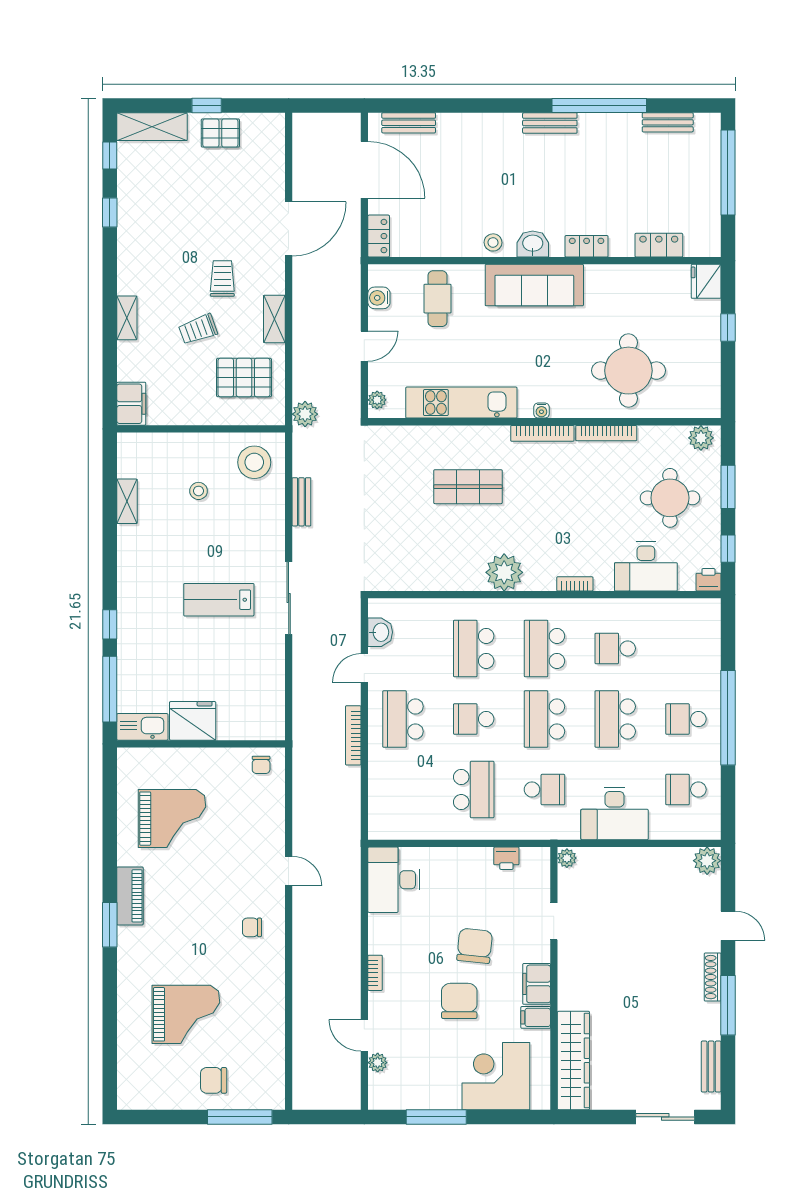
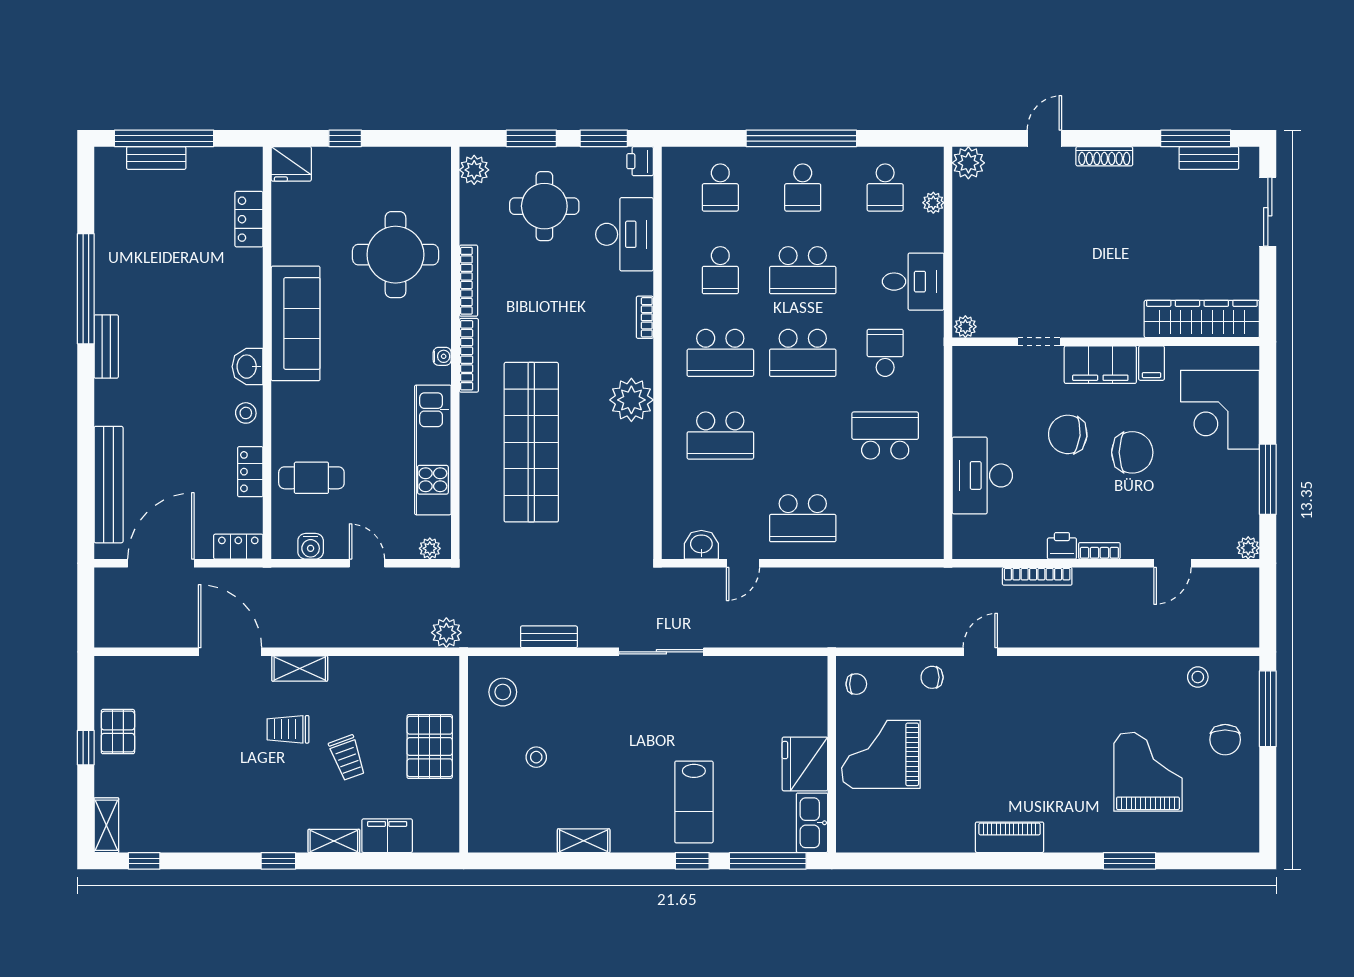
bench: (668, 122) -> (156, 158), moved, turned 90
bench: (409, 123) -> (109, 485), width x1.86, depth x1.21
shelving: (152, 127) -> (106, 825), width x0.67, depth x0.75
window: (110, 213) -> (278, 861), moved
locker: (587, 246) -> (250, 472), moved
sofa: (534, 285) -> (296, 323), moved
shelving: (274, 319) -> (300, 669), moved
pallet: (244, 378) -> (430, 747), moved
filing cabinet: (131, 404) -> (387, 836), moved
stool: (254, 462) -> (503, 692), width x0.73, depth x0.73
shop shelf: (468, 487) -> (531, 442), width x2.00, depth x1.36
shelving: (127, 501) -> (584, 841), moved
window: (728, 549) -> (604, 138), width x1.50
lab bench: (219, 600) -> (694, 802), moved
door: (364, 668) -> (743, 563), hinge flipped
school desk: (474, 719) -> (720, 188), moved
bookcase: (353, 735) -> (1037, 576), moved
desk: (615, 813) -> (913, 282), width x0.73
grand piano: (172, 819) -> (881, 754), moved, turned -90
plant: (673, 831) -> (933, 203), added
printer: (506, 858) -> (1062, 546), moved, turned -90
desk: (394, 880) -> (982, 475), moved, turned 90
window: (110, 925) -> (1130, 861), moved
chair: (252, 927) -> (932, 677), moved, turned 90
filing cabinet: (537, 984) -> (1100, 365), width x1.50, depth x1.17
chair: (459, 1001) -> (1132, 452), turned 180
window: (728, 1005) -> (1196, 138), moved
stool: (267, 1057) -> (1198, 677), added
plant: (378, 1063) -> (1248, 548), moved

